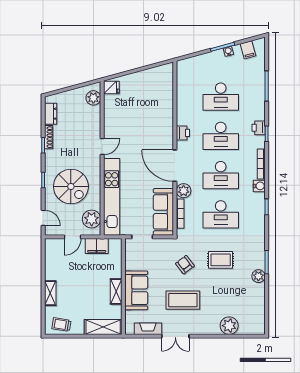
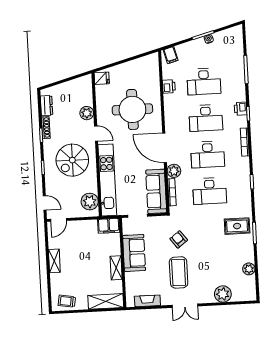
filing cabinet: (248, 50) -> (171, 55), moved
plant: (93, 98) -> (87, 113), moved
round table: (143, 123) -> (132, 109), added
printer: (183, 133) -> (169, 86), moved
door: (102, 146) -> (96, 134), hinge flipped
water cooler: (259, 186) -> (244, 163), removed
spiral stairs: (71, 187) -> (72, 160), moved, turned 90
door: (73, 237) -> (59, 220), moved
filing cabinet: (97, 246) -> (109, 226), moved
rug: (221, 260) -> (237, 226), moved
plant: (258, 276) -> (249, 269), moved
sofa: (136, 290) -> (134, 253), moved
shelving: (50, 293) -> (54, 261), moved
coffee table: (183, 300) -> (179, 272), turned 90
double door: (175, 336) -> (185, 306), moved

